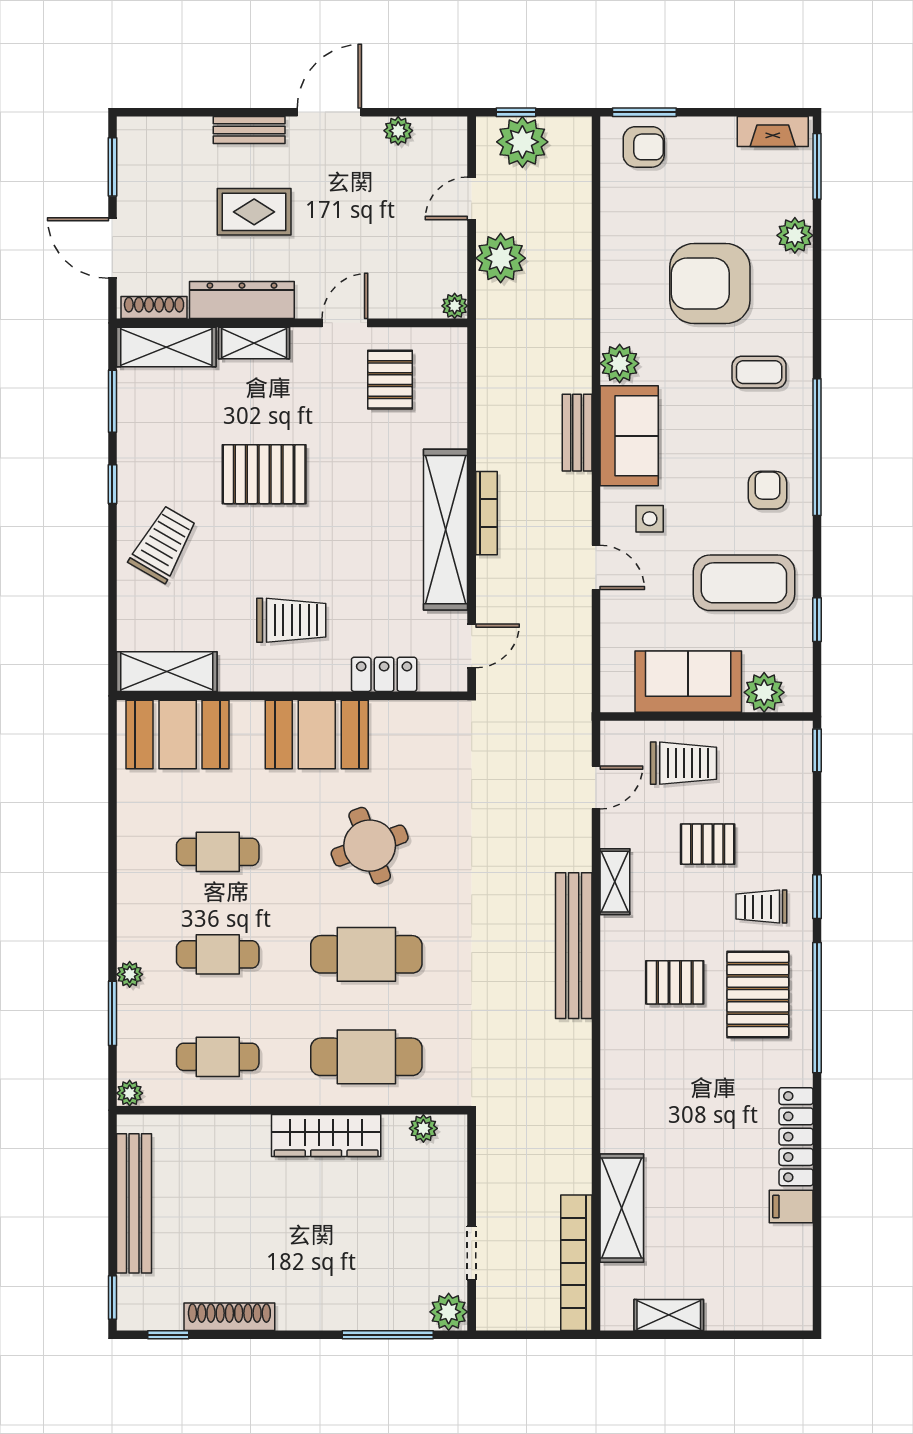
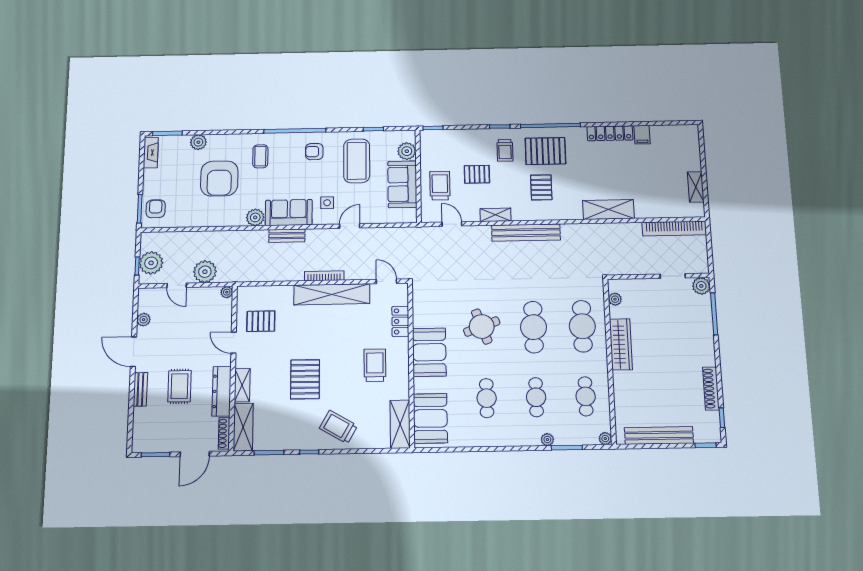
pallet: (708, 844) -> (477, 174), turned 90
shelving: (622, 1208) -> (608, 210), moved

